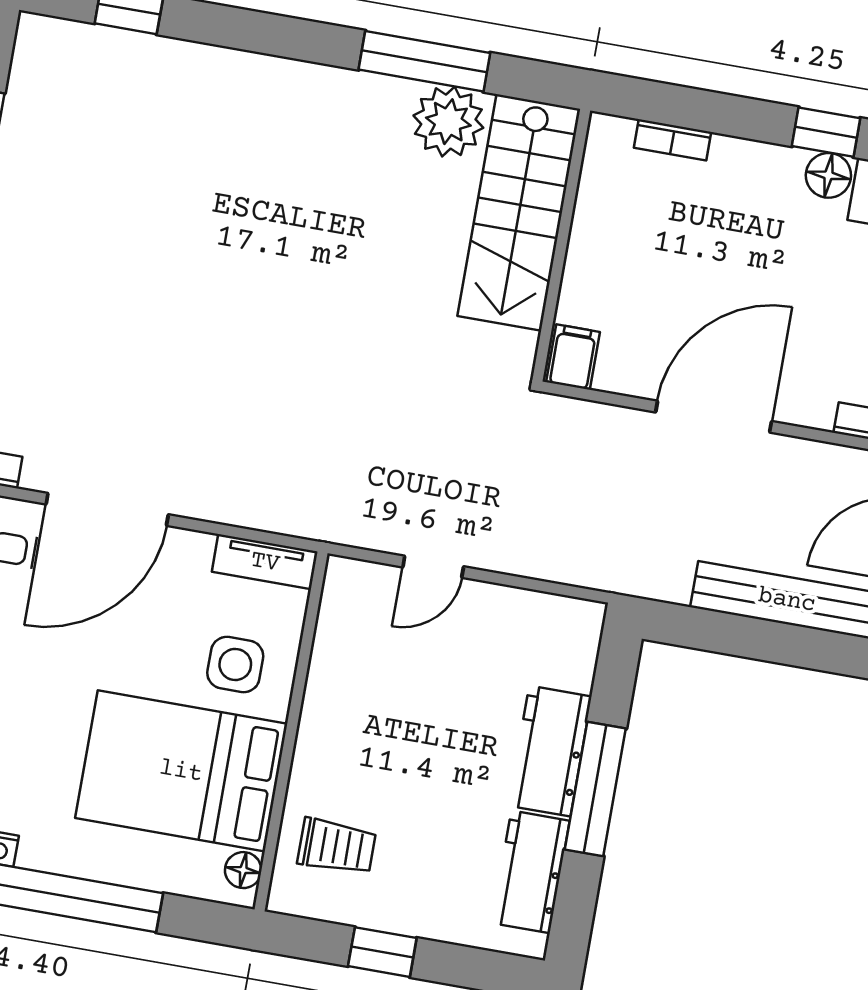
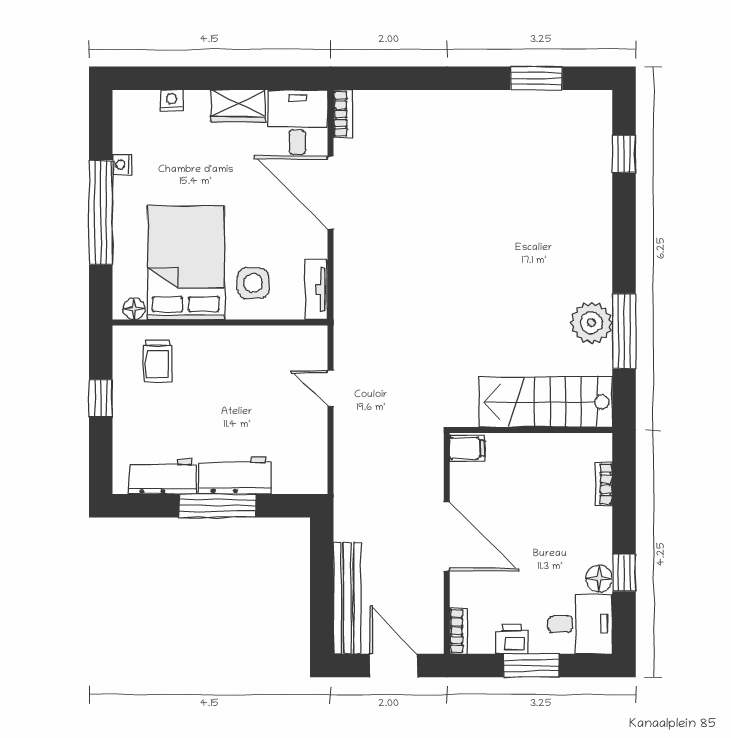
plant: (448, 122) -> (591, 323), moved

